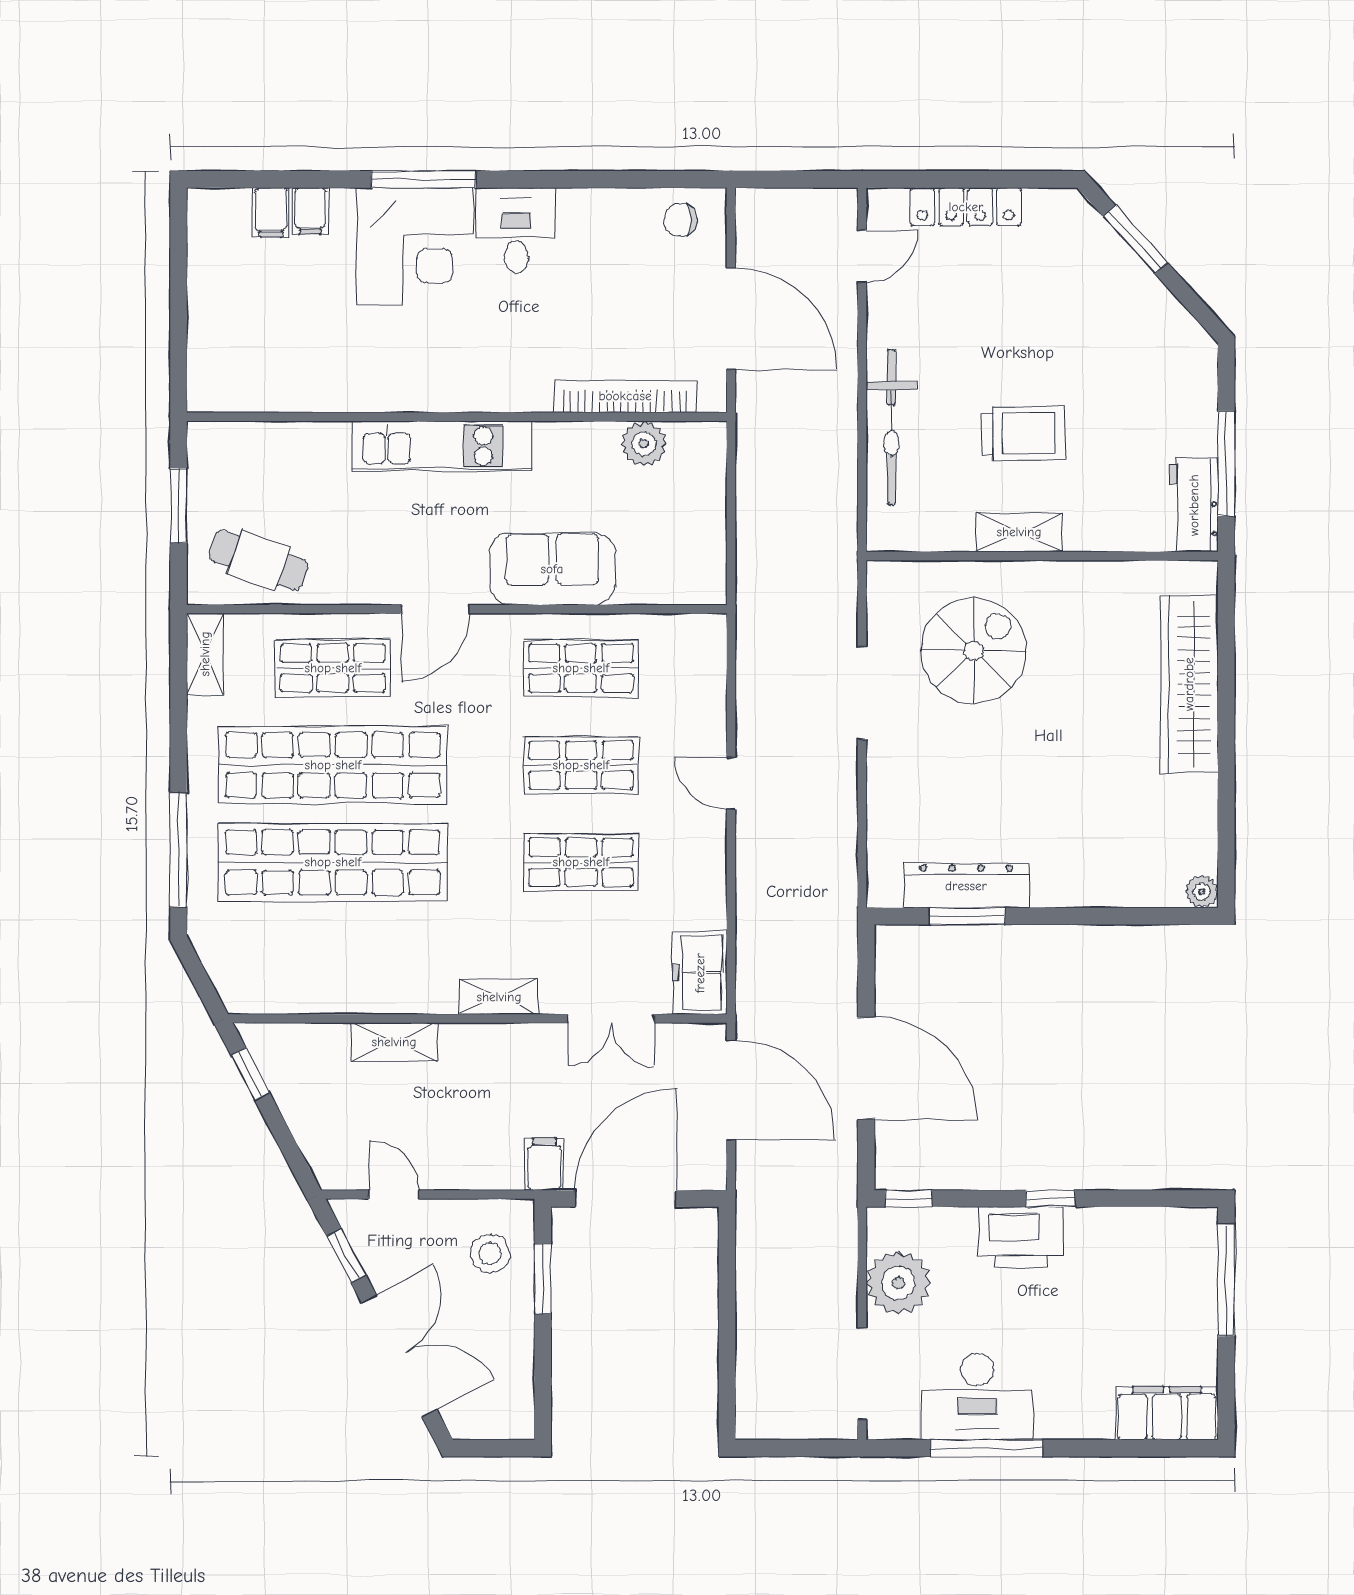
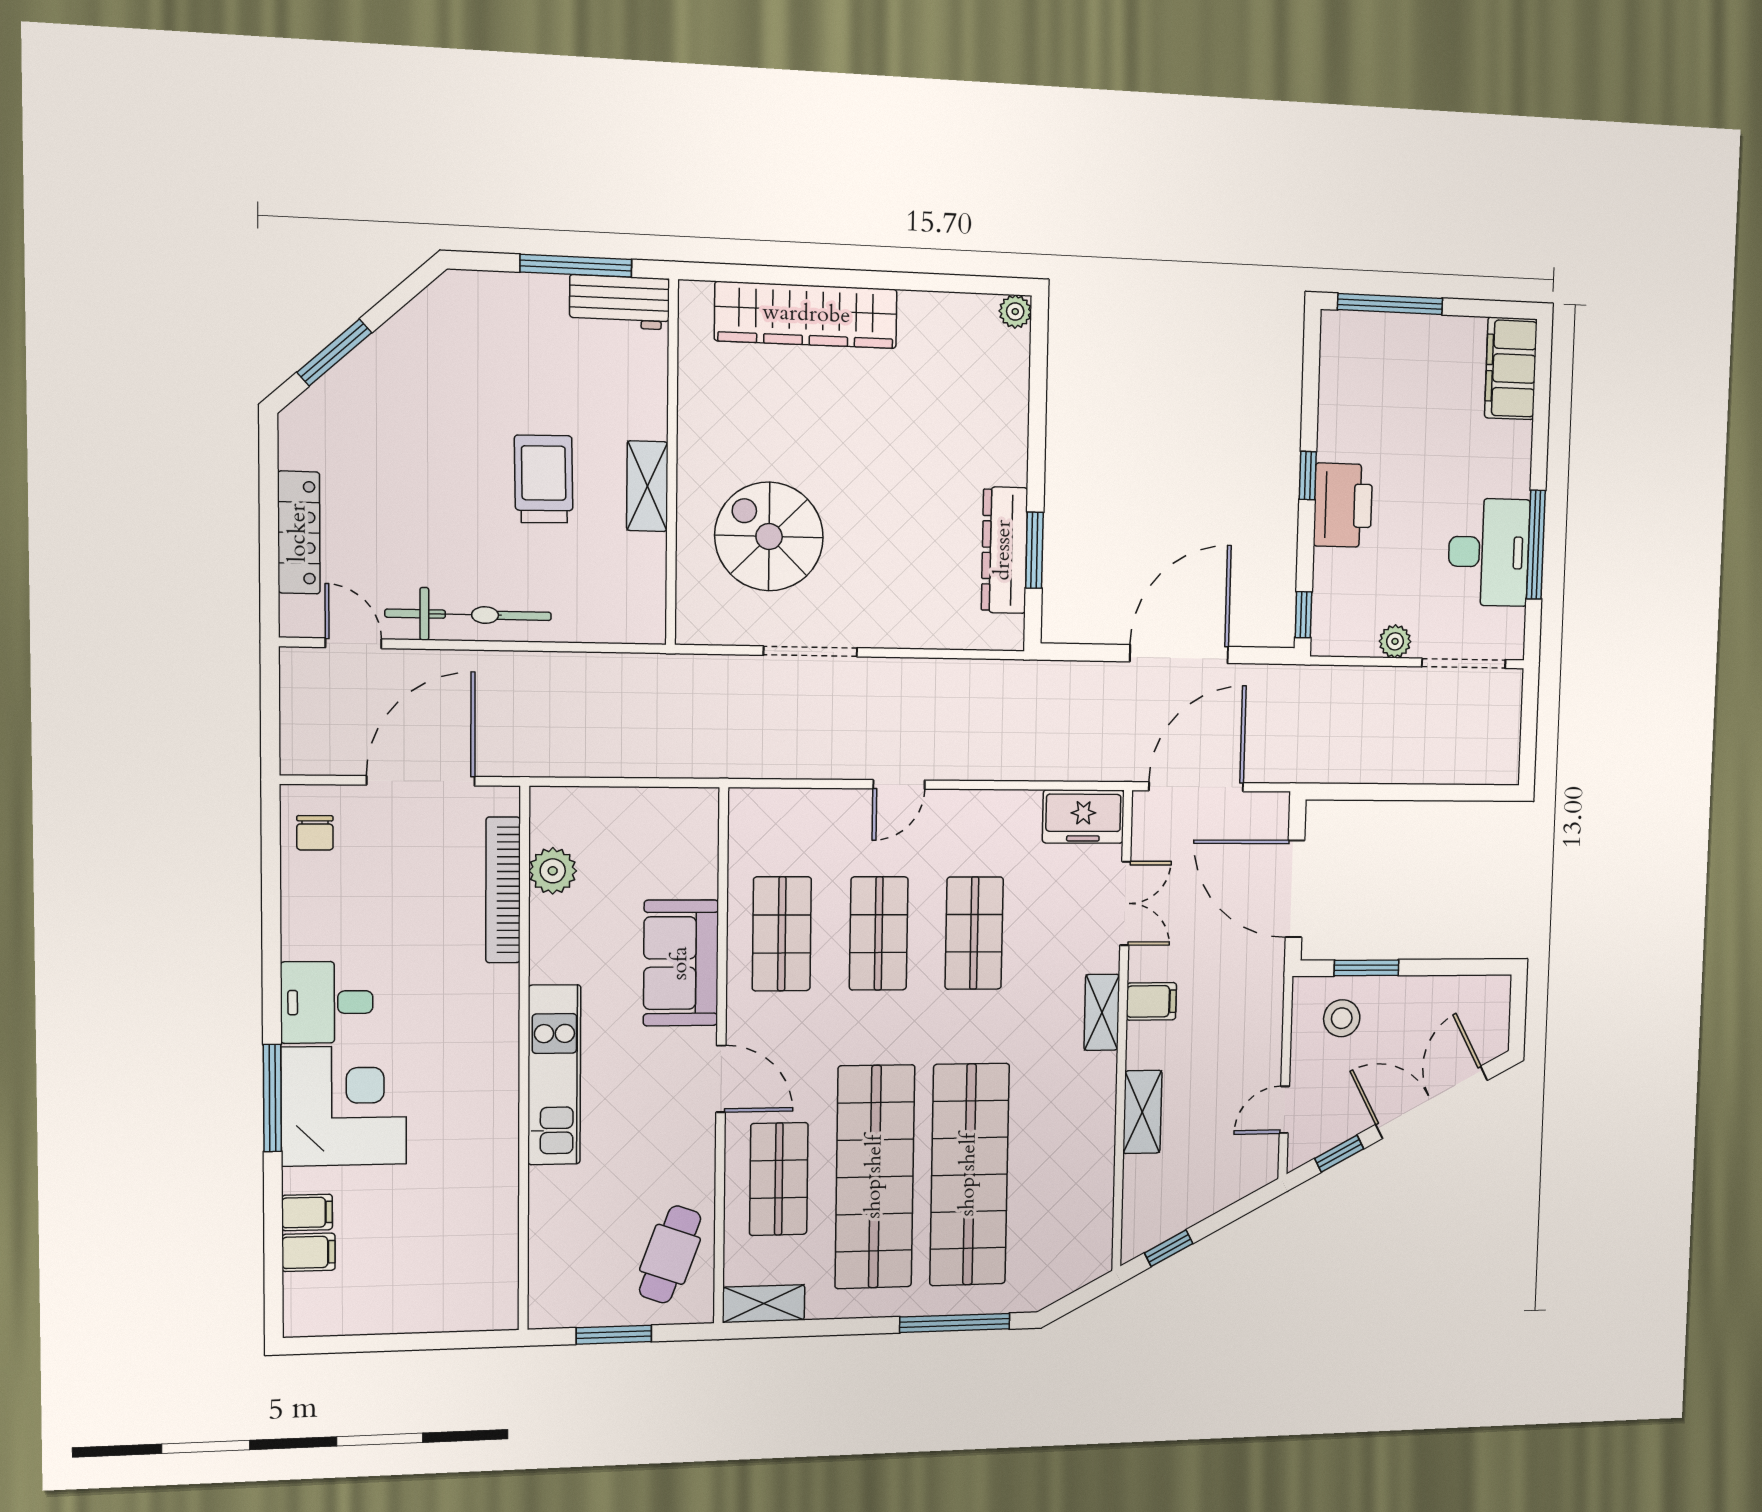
bicycle: (891, 427) -> (468, 615), moved
filing cabinet: (544, 1164) -> (1151, 1001), moved, turned 180
plant: (898, 1283) -> (1395, 641), width x0.53, depth x0.53

